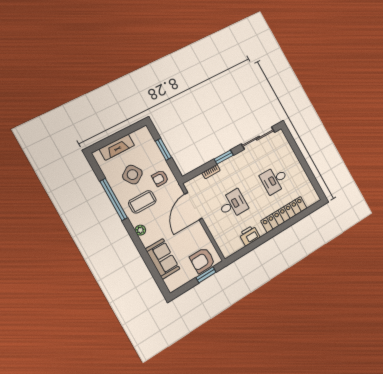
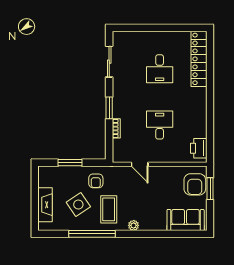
sliding door: (258, 138) -> (109, 62), width x0.73
door: (193, 206) -> (140, 164), width x0.53
locker: (284, 214) -> (199, 59), moved
printer: (250, 236) -> (199, 148), moved
sofa: (163, 259) -> (186, 220), moved

